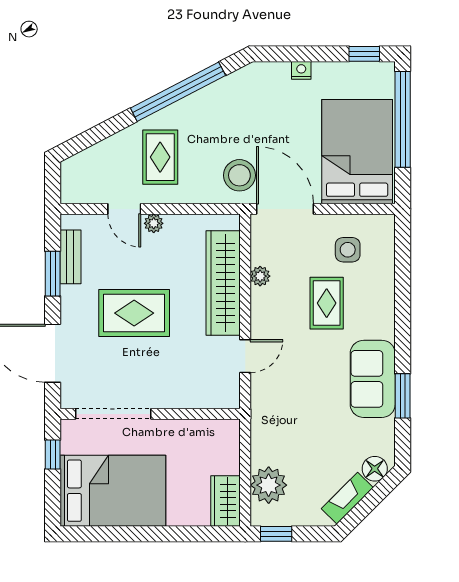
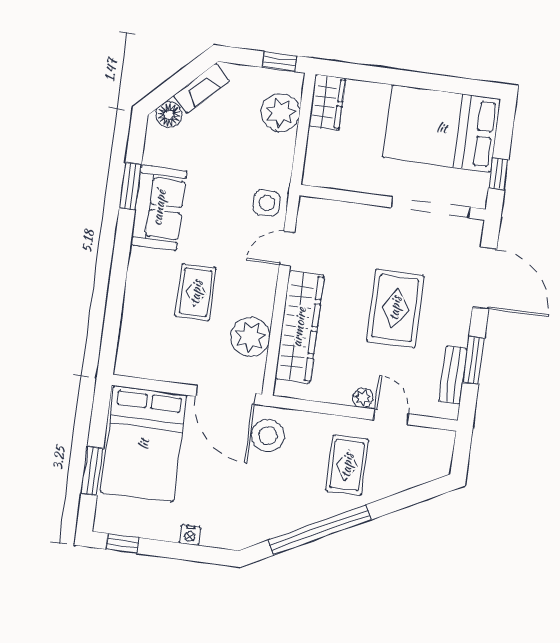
window: (403, 119) -> (92, 471), width x0.47
side table: (348, 250) -> (267, 203), moved
plant: (260, 276) -> (250, 337), width x1.88, depth x1.88
rug: (134, 313) -> (395, 308), turned 90

